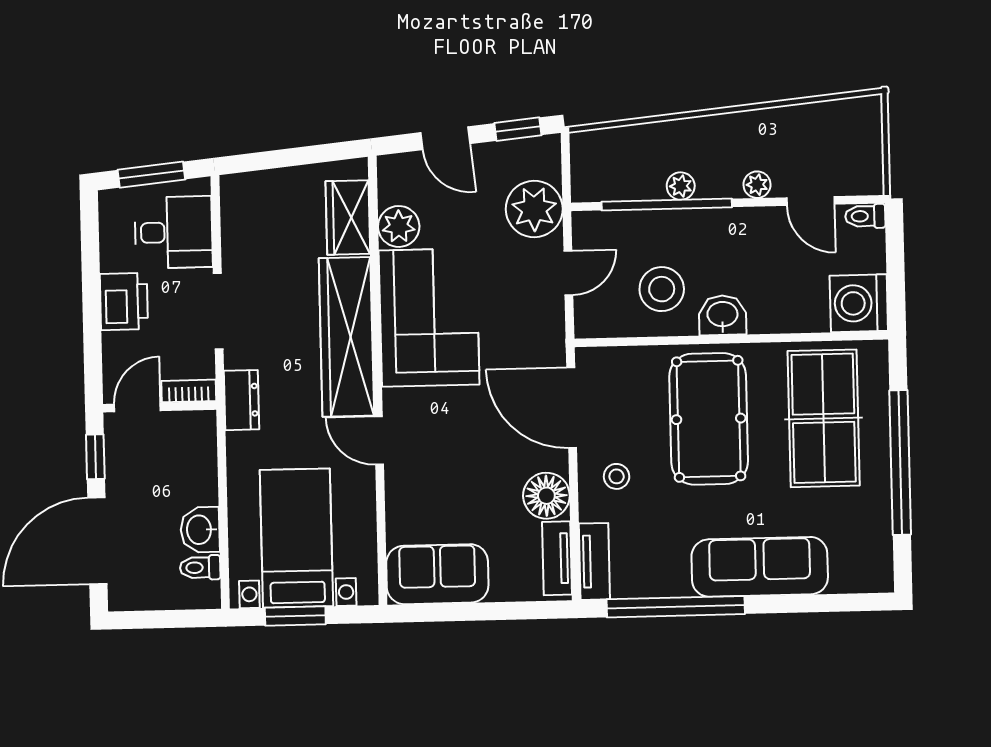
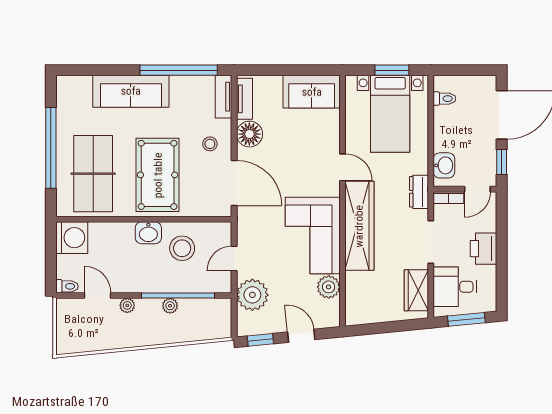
wardrobe: (348, 218) -> (416, 290), moved, turned 180
washbasin: (200, 530) -> (444, 165), moved

